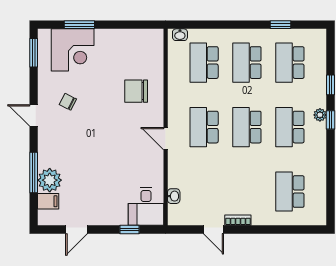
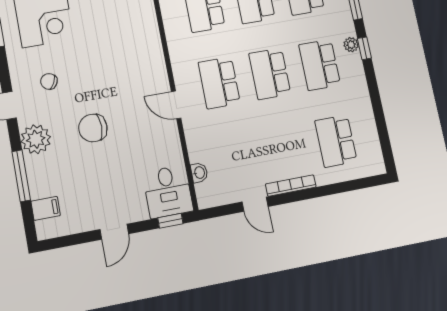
chair: (136, 91) -> (93, 128), moved
plant: (50, 180) -> (36, 139), moved
bookcase: (238, 220) -> (291, 186), width x1.56
door: (77, 229) -> (114, 232), moved
window: (130, 229) -> (170, 221), moved

